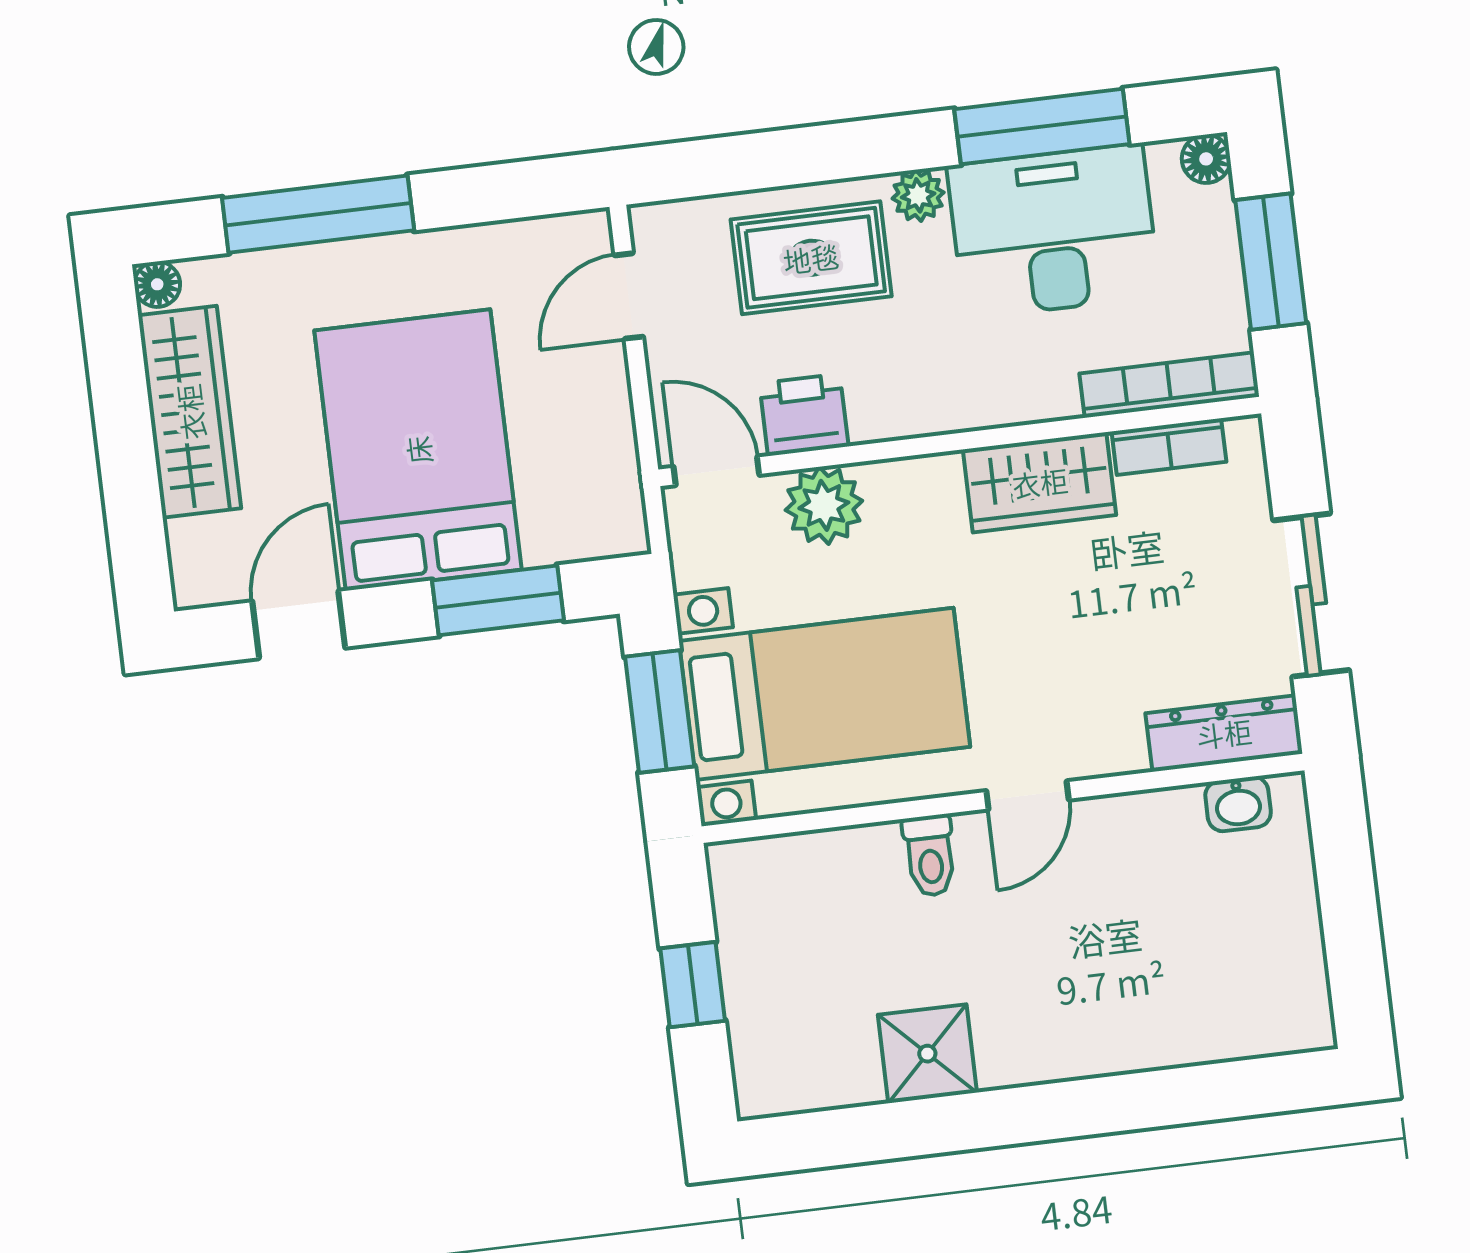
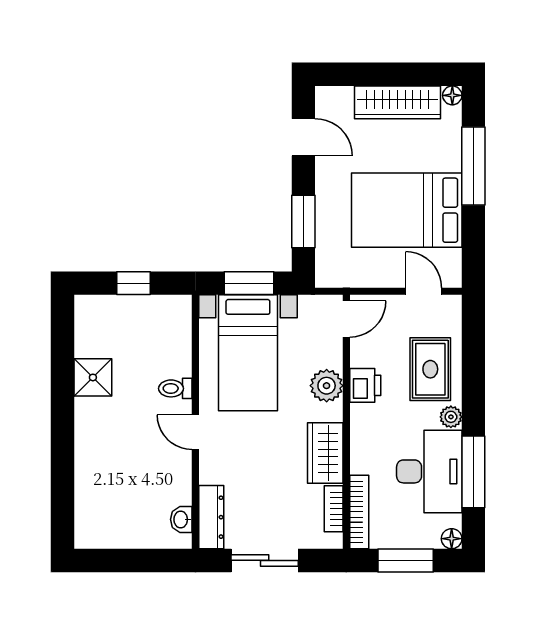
printer: (804, 415) -> (365, 385), moved
bed: (418, 450) -> (407, 210), moved, turned 180
plant: (824, 505) -> (327, 386), moved

